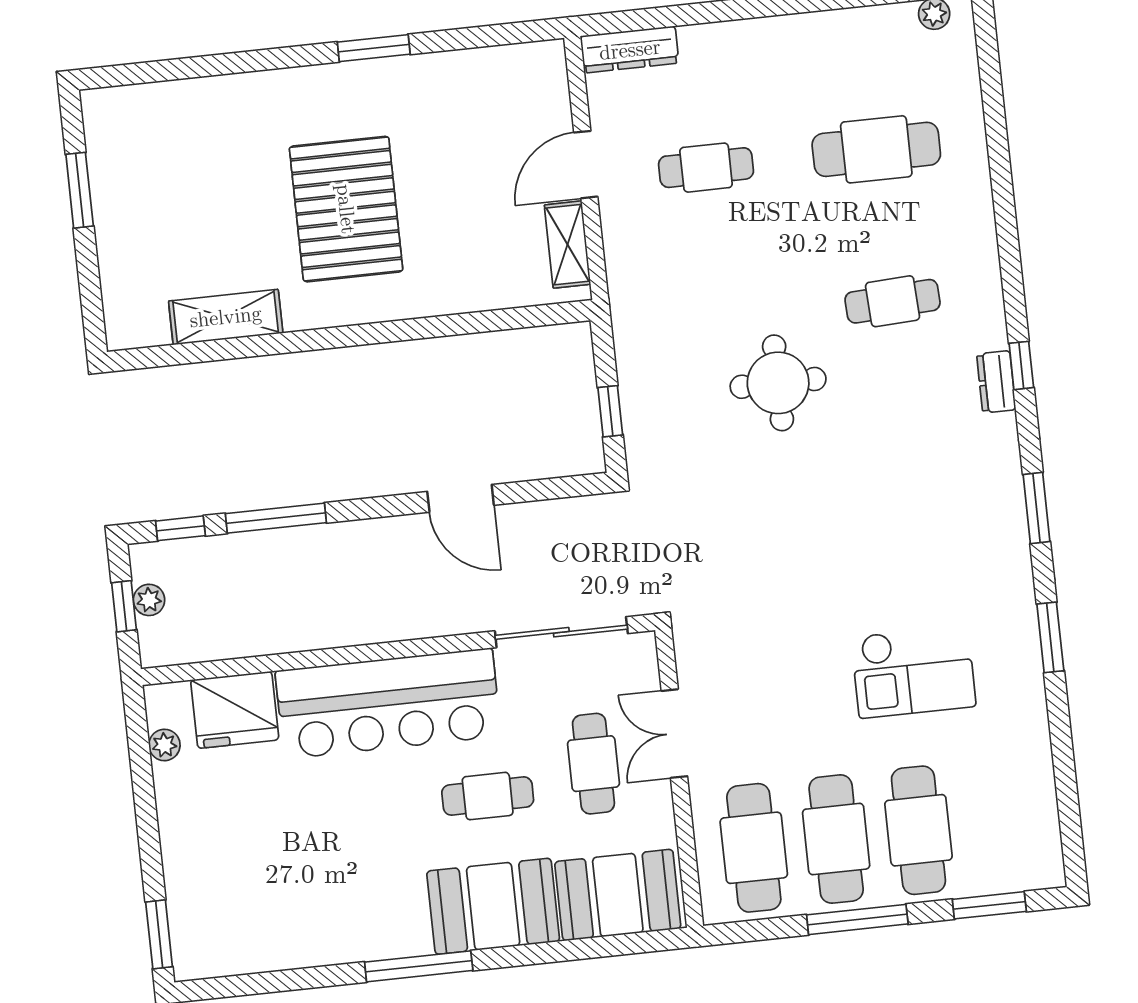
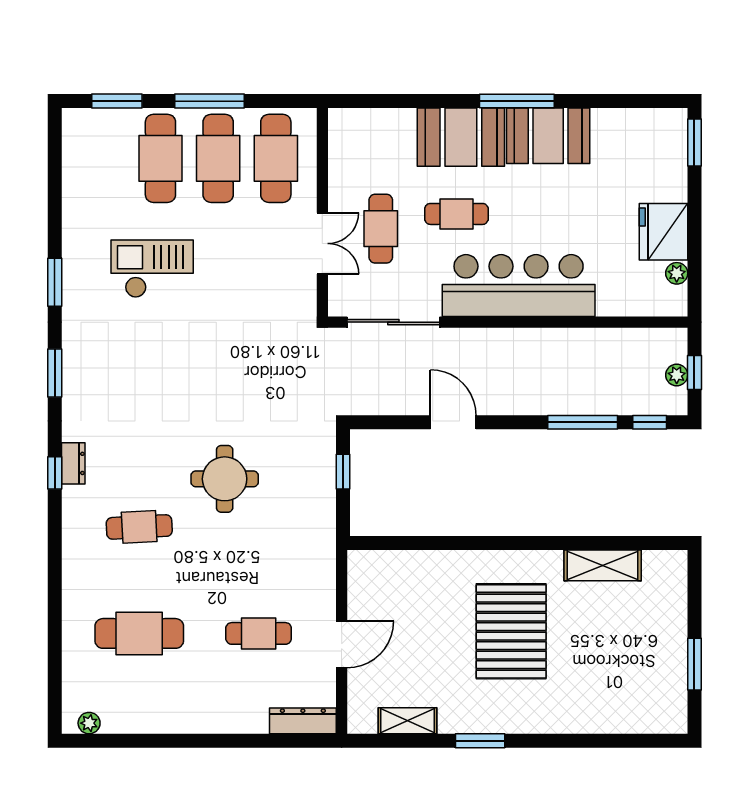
shelving: (568, 245) -> (408, 721), moved, turned 90
fridge: (235, 710) -> (664, 232), moved, turned -90
booth: (618, 895) -> (548, 136), moved

